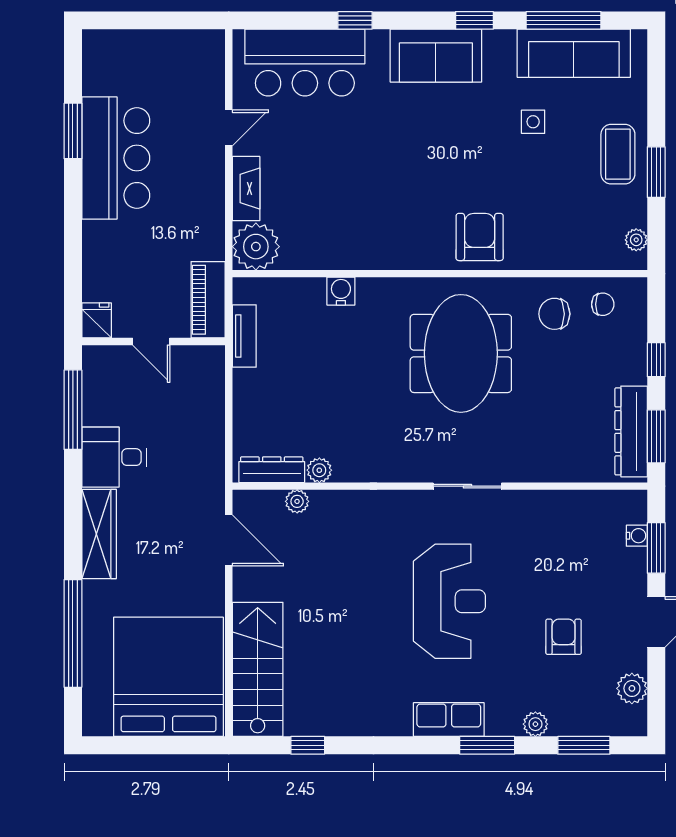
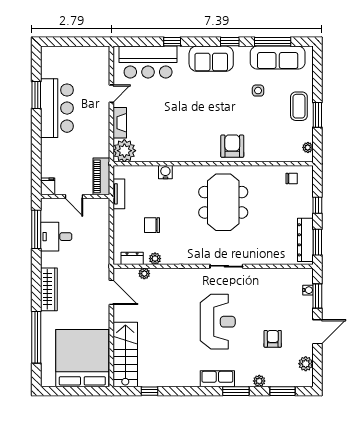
chair: (554, 314) -> (152, 225), moved
desk: (114, 457) -> (56, 237), moved
dresser: (272, 470) -> (132, 258), width x0.70

